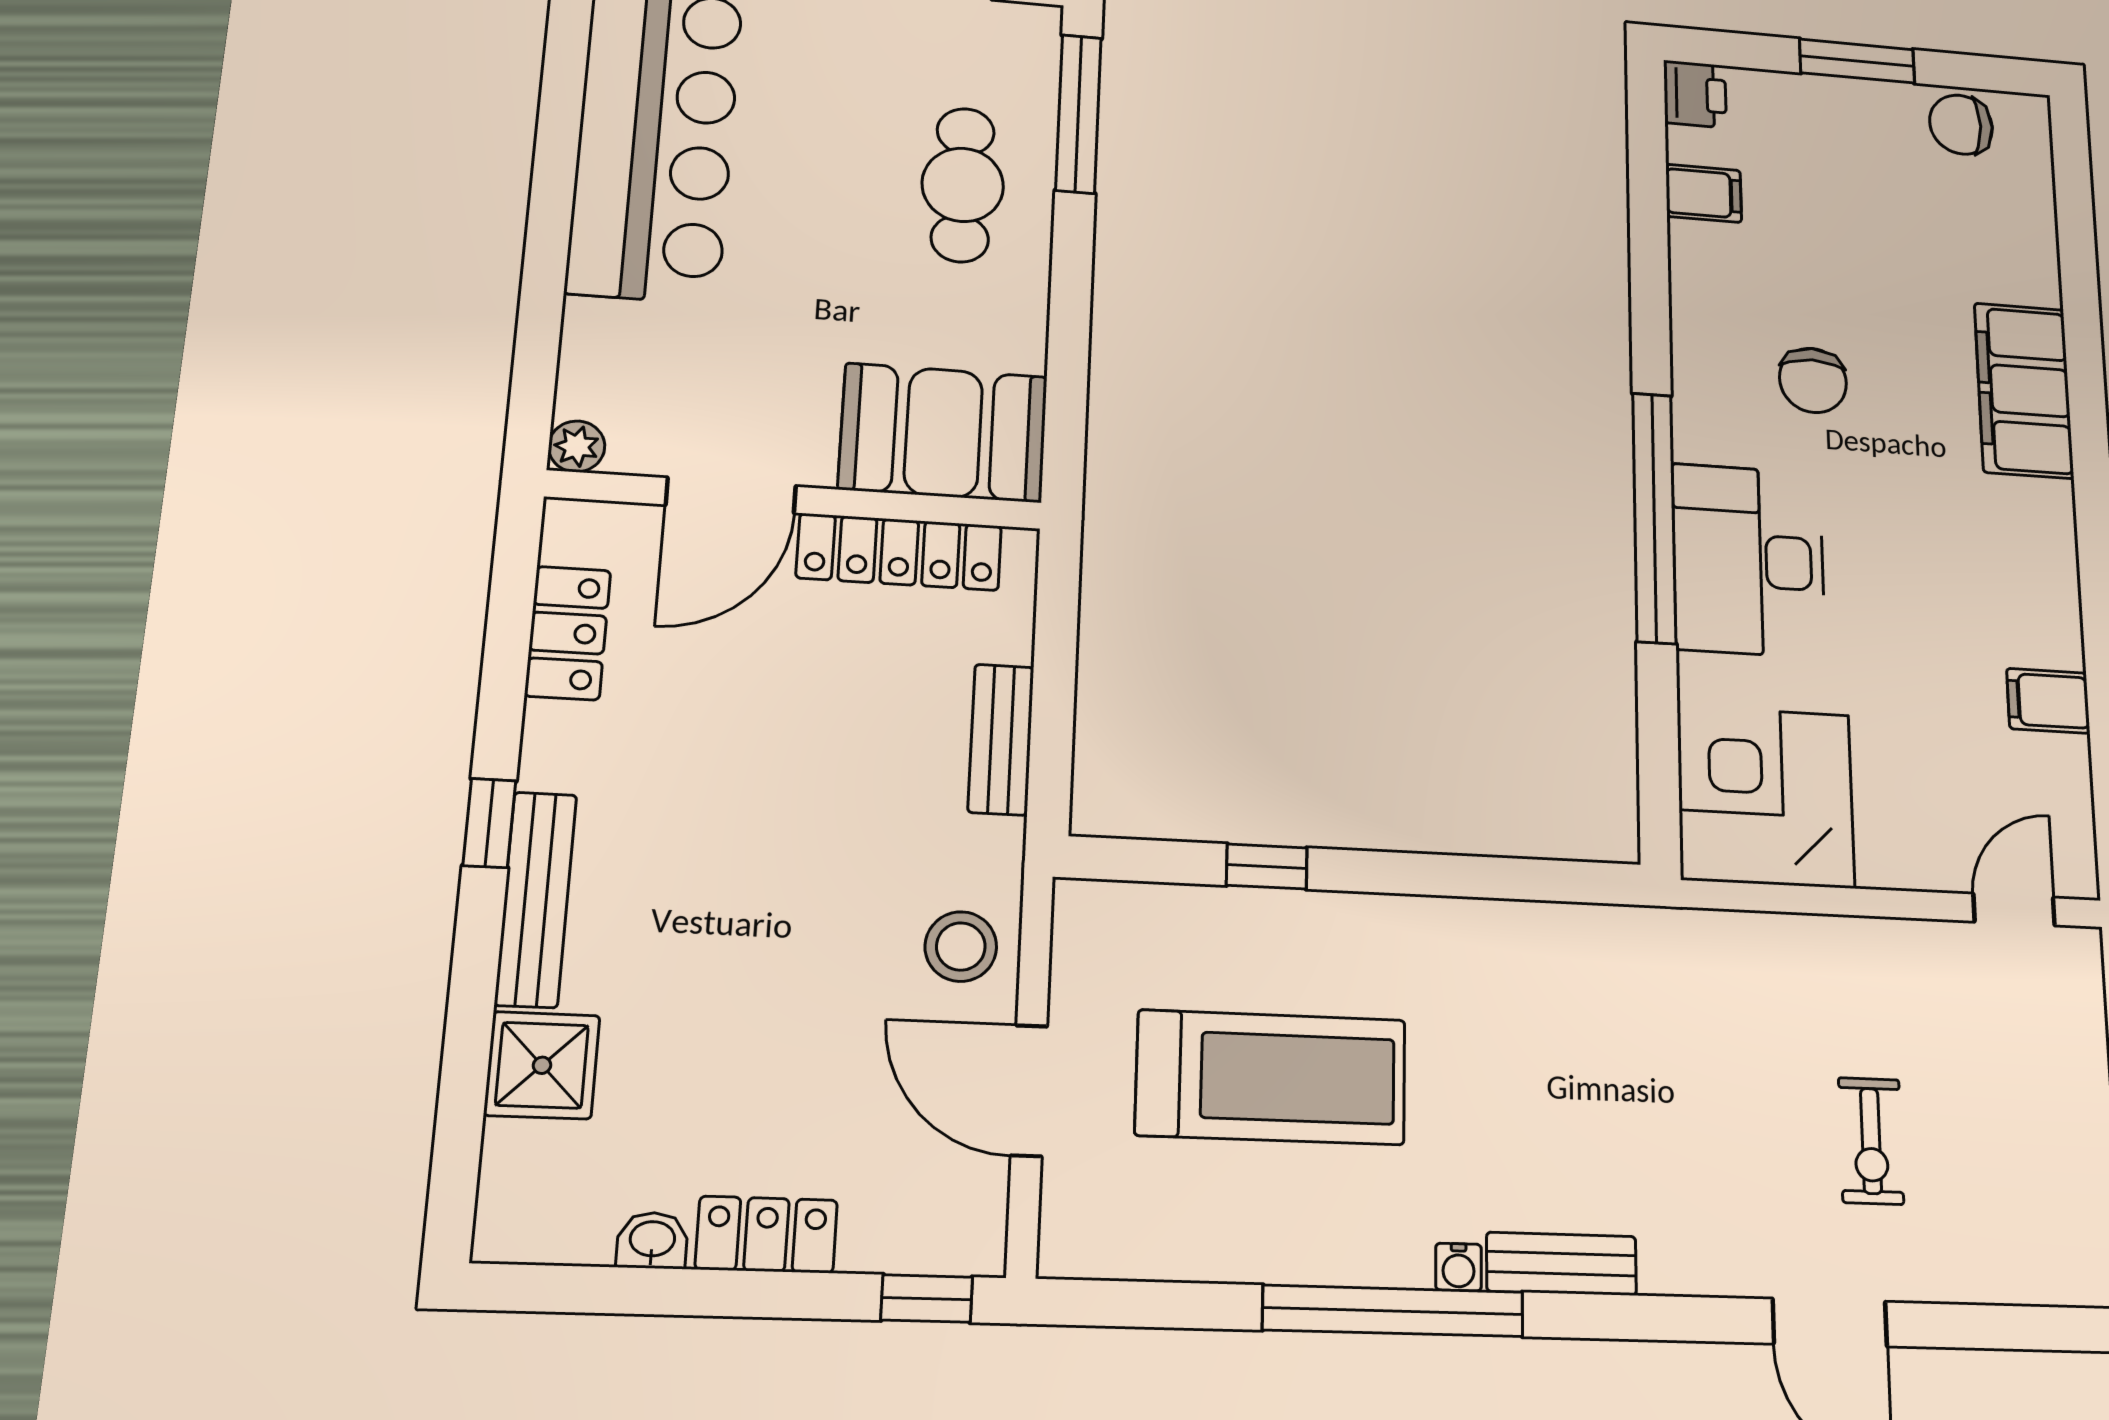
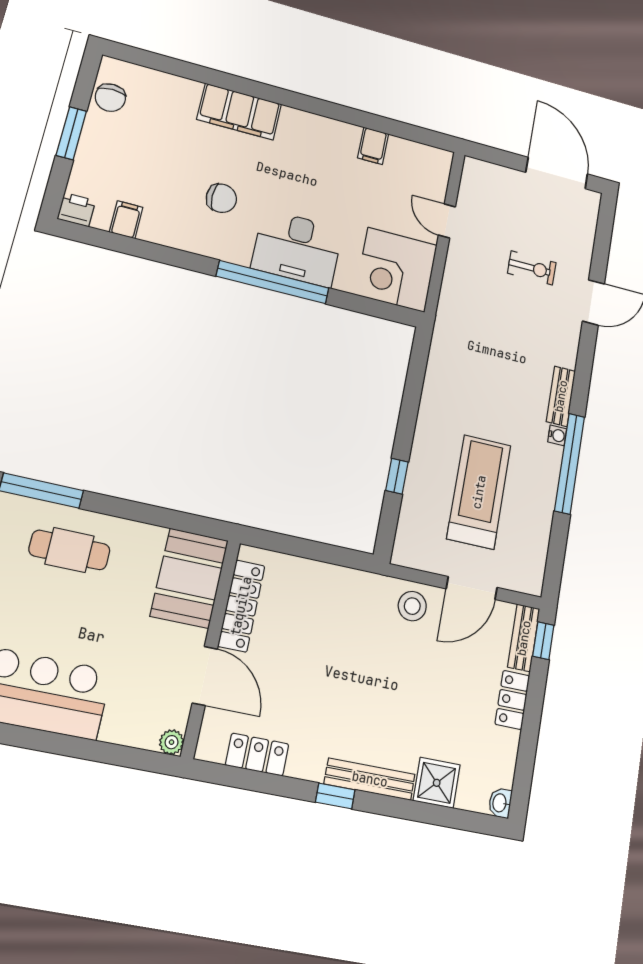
bench: (1001, 739) -> (524, 638), moved, turned 90
door: (2014, 910) -> (447, 221), moved
washbasin: (652, 1240) -> (500, 803), moved

